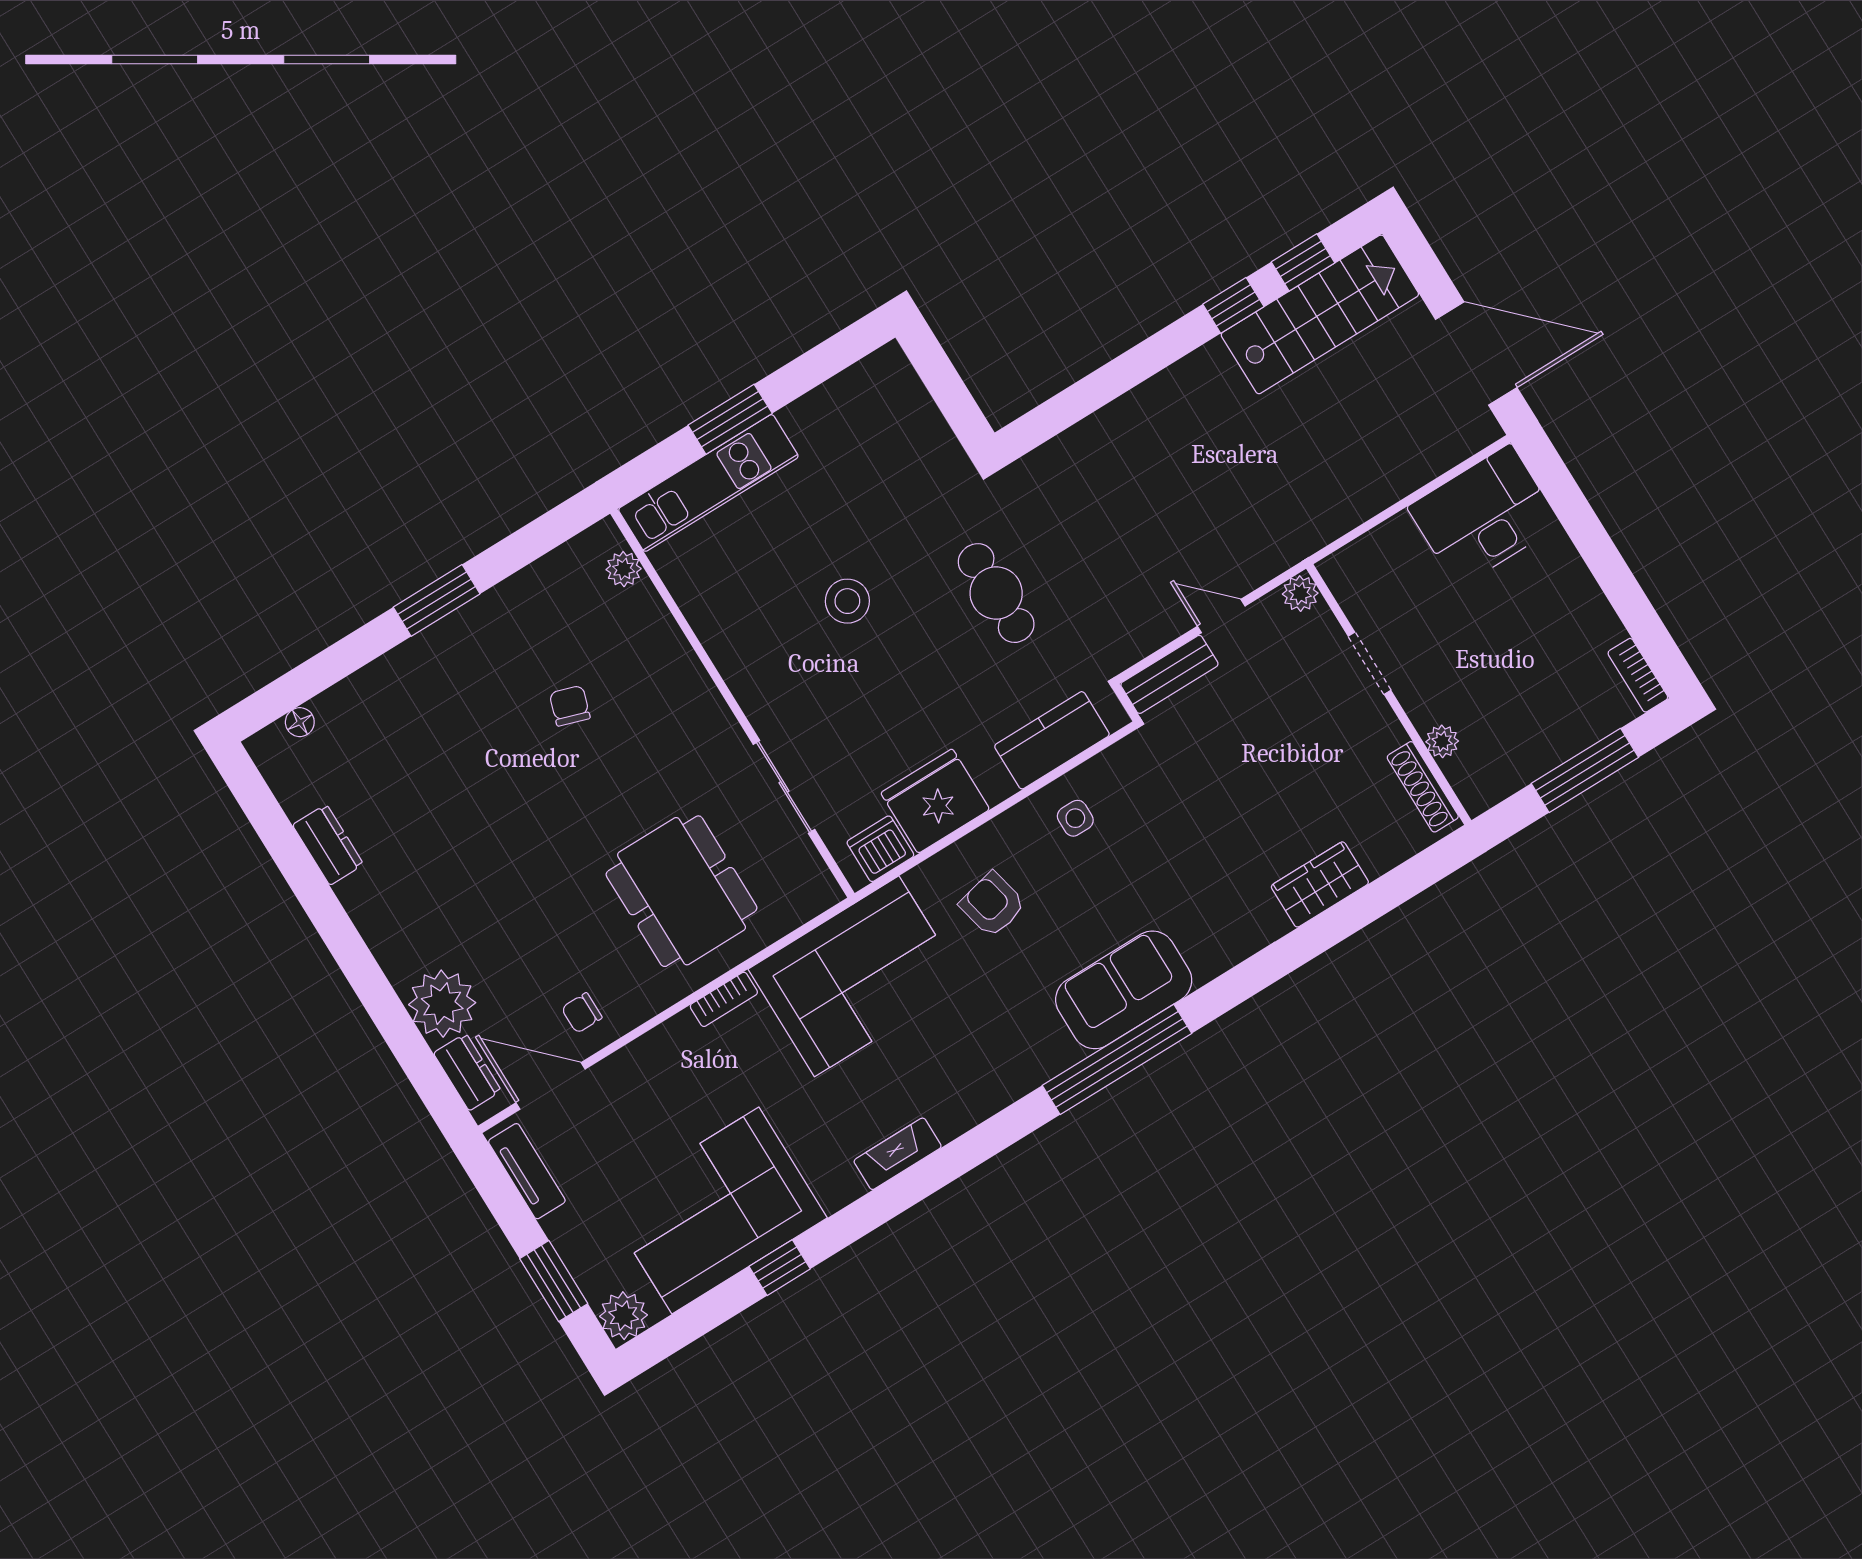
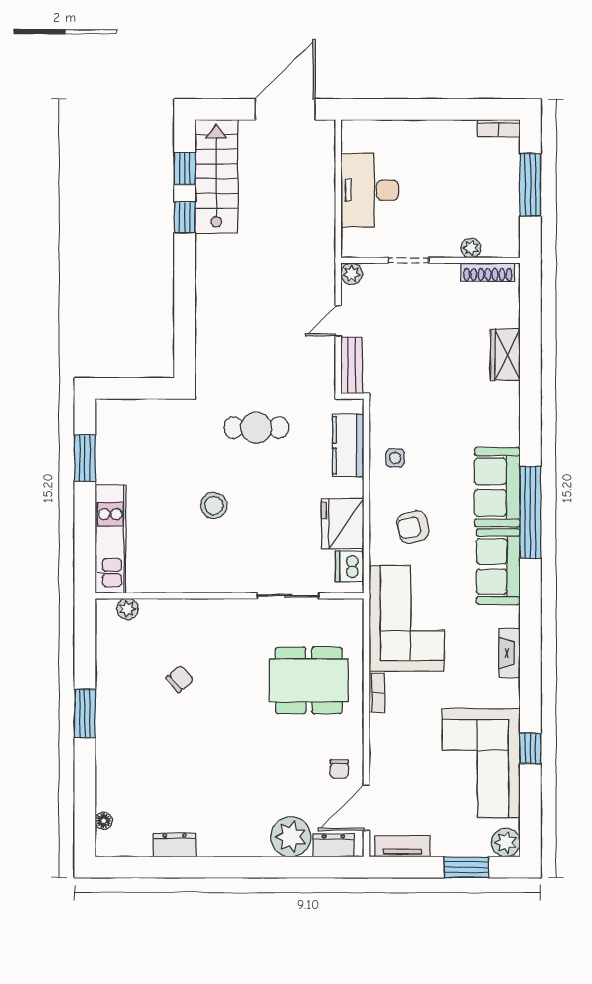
window: (730, 419) -> (85, 458), moved
desk: (1484, 516) -> (370, 190), moved
chair: (570, 706) -> (180, 679), turned 121
sofa: (1011, 1061) -> (498, 567), added

